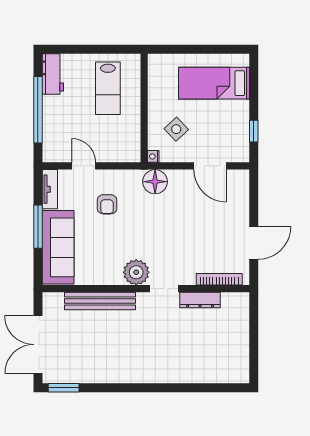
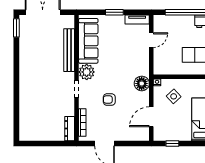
armchair: (107, 204) -> (109, 100), moved
window: (38, 227) -> (114, 12), width x0.69
sofa: (58, 247) -> (88, 41), moved, turned -90
dresser: (200, 300) -> (70, 129), moved

